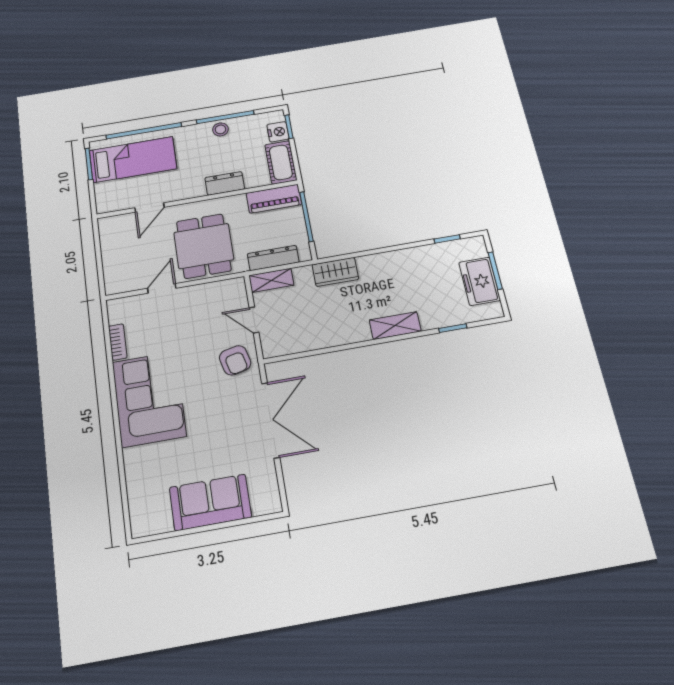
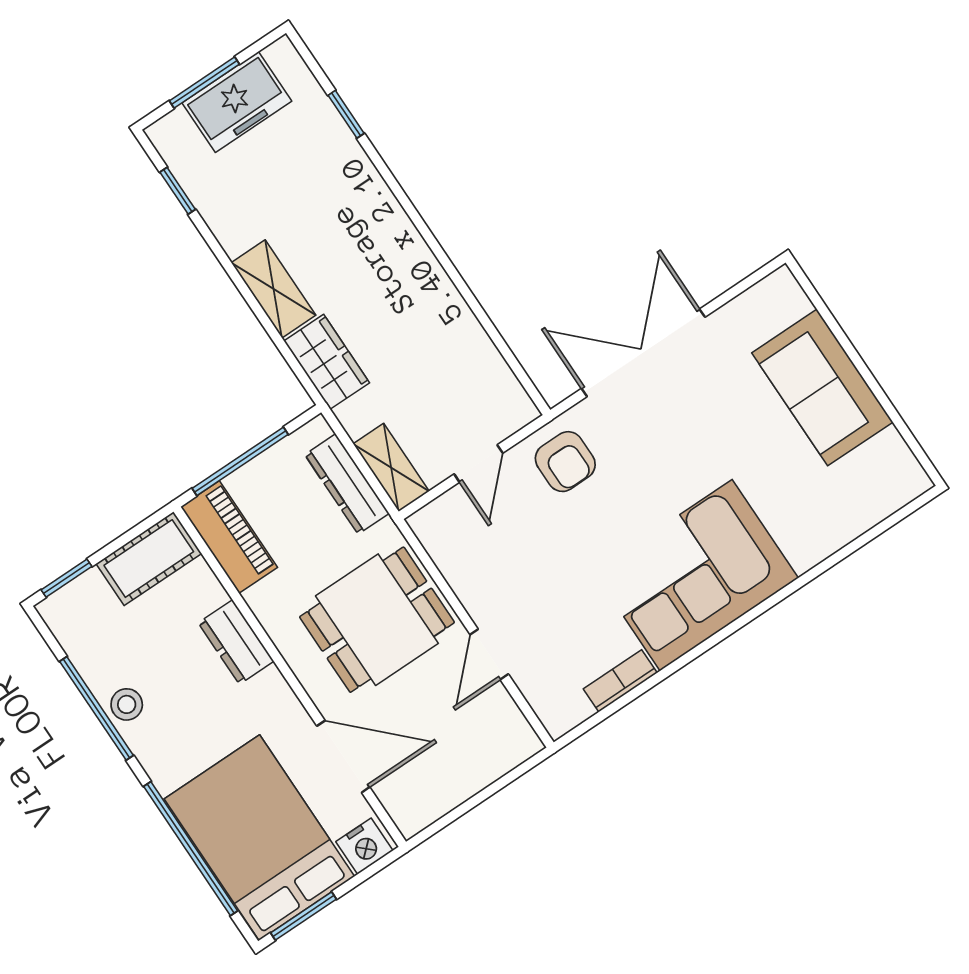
nightstand: (278, 132) -> (364, 846), moved, turned 180
bed: (133, 160) -> (259, 838), width x1.50
door: (149, 207) -> (343, 757), width x1.38
door: (162, 288) -> (489, 654), hinge flipped
shelving: (395, 326) -> (274, 289), moved
armchair: (235, 360) -> (565, 462), turned 103

